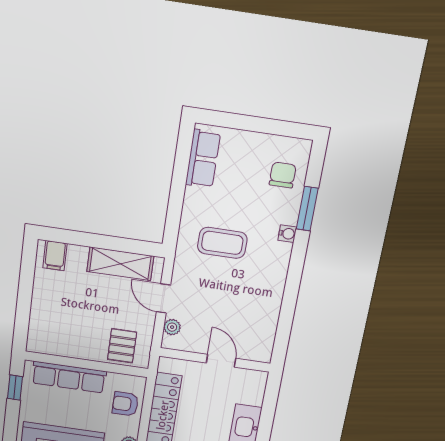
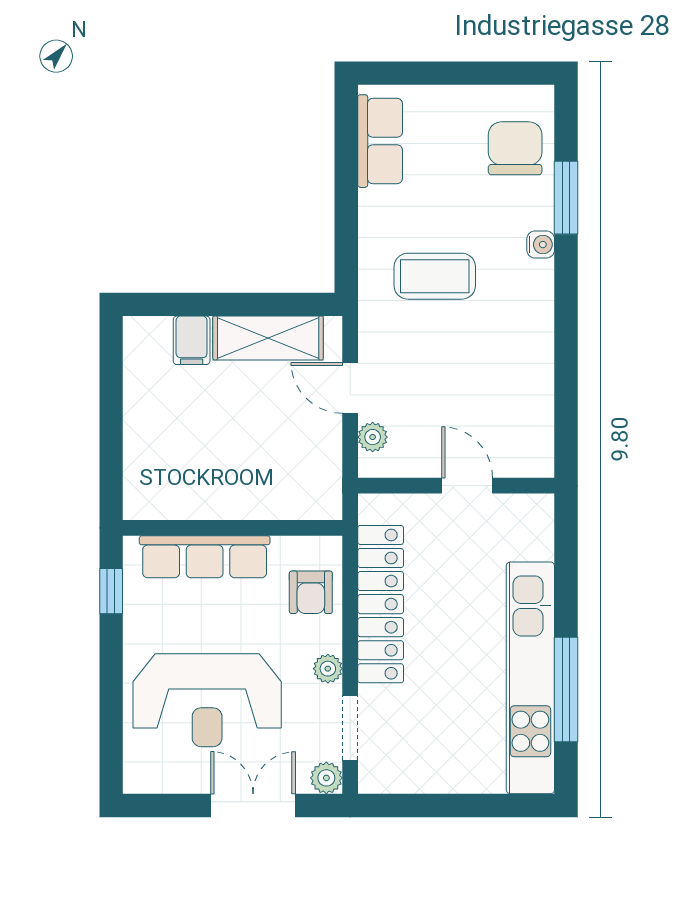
chair: (283, 175) -> (515, 148), width x1.37, depth x1.37
filing cabinet: (55, 256) -> (192, 340), moved
pallet: (122, 346) -> (291, 484), removed
armchair: (125, 404) -> (311, 592), turned -90

